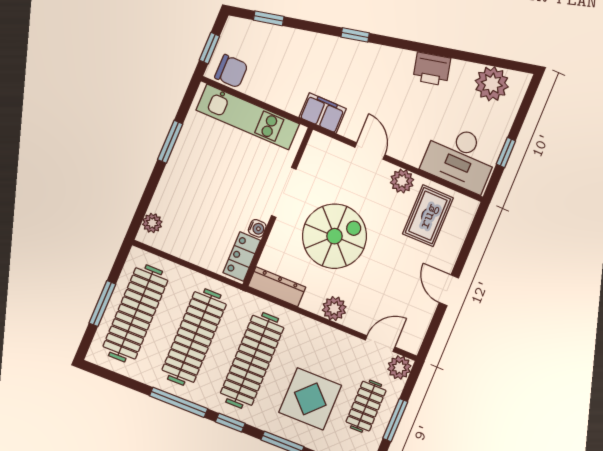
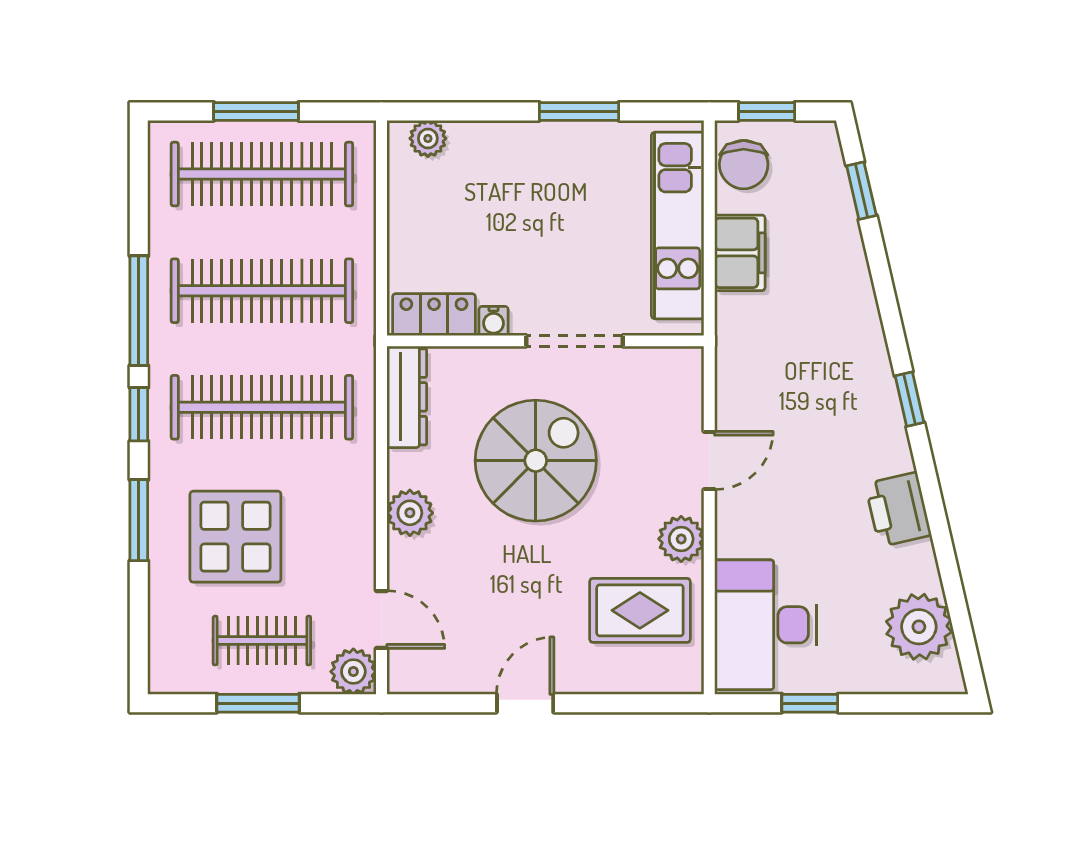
window: (355, 35) -> (910, 399), moved
filing cabinet: (323, 113) -> (740, 253), moved
spiral stairs: (335, 236) -> (536, 461), turned -90

